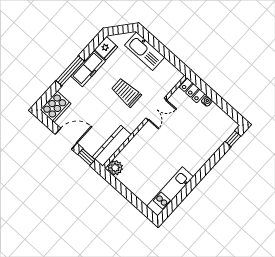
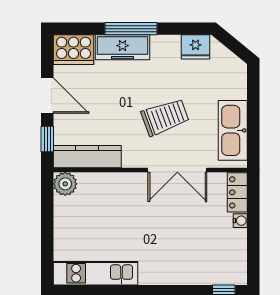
kitchen sink: (145, 51) -> (233, 130), moved
freezer: (88, 69) -> (123, 47), moved
trolley: (126, 92) -> (165, 117), turned 70
double door: (156, 109) -> (177, 170), width x1.37

